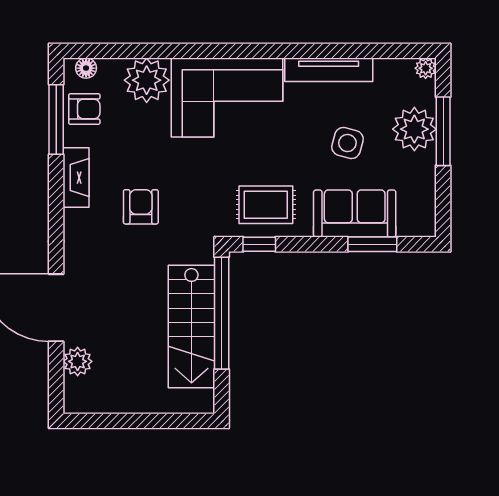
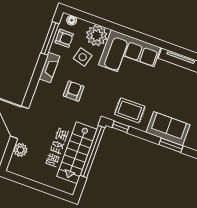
side table: (347, 143) -> (83, 57), moved

